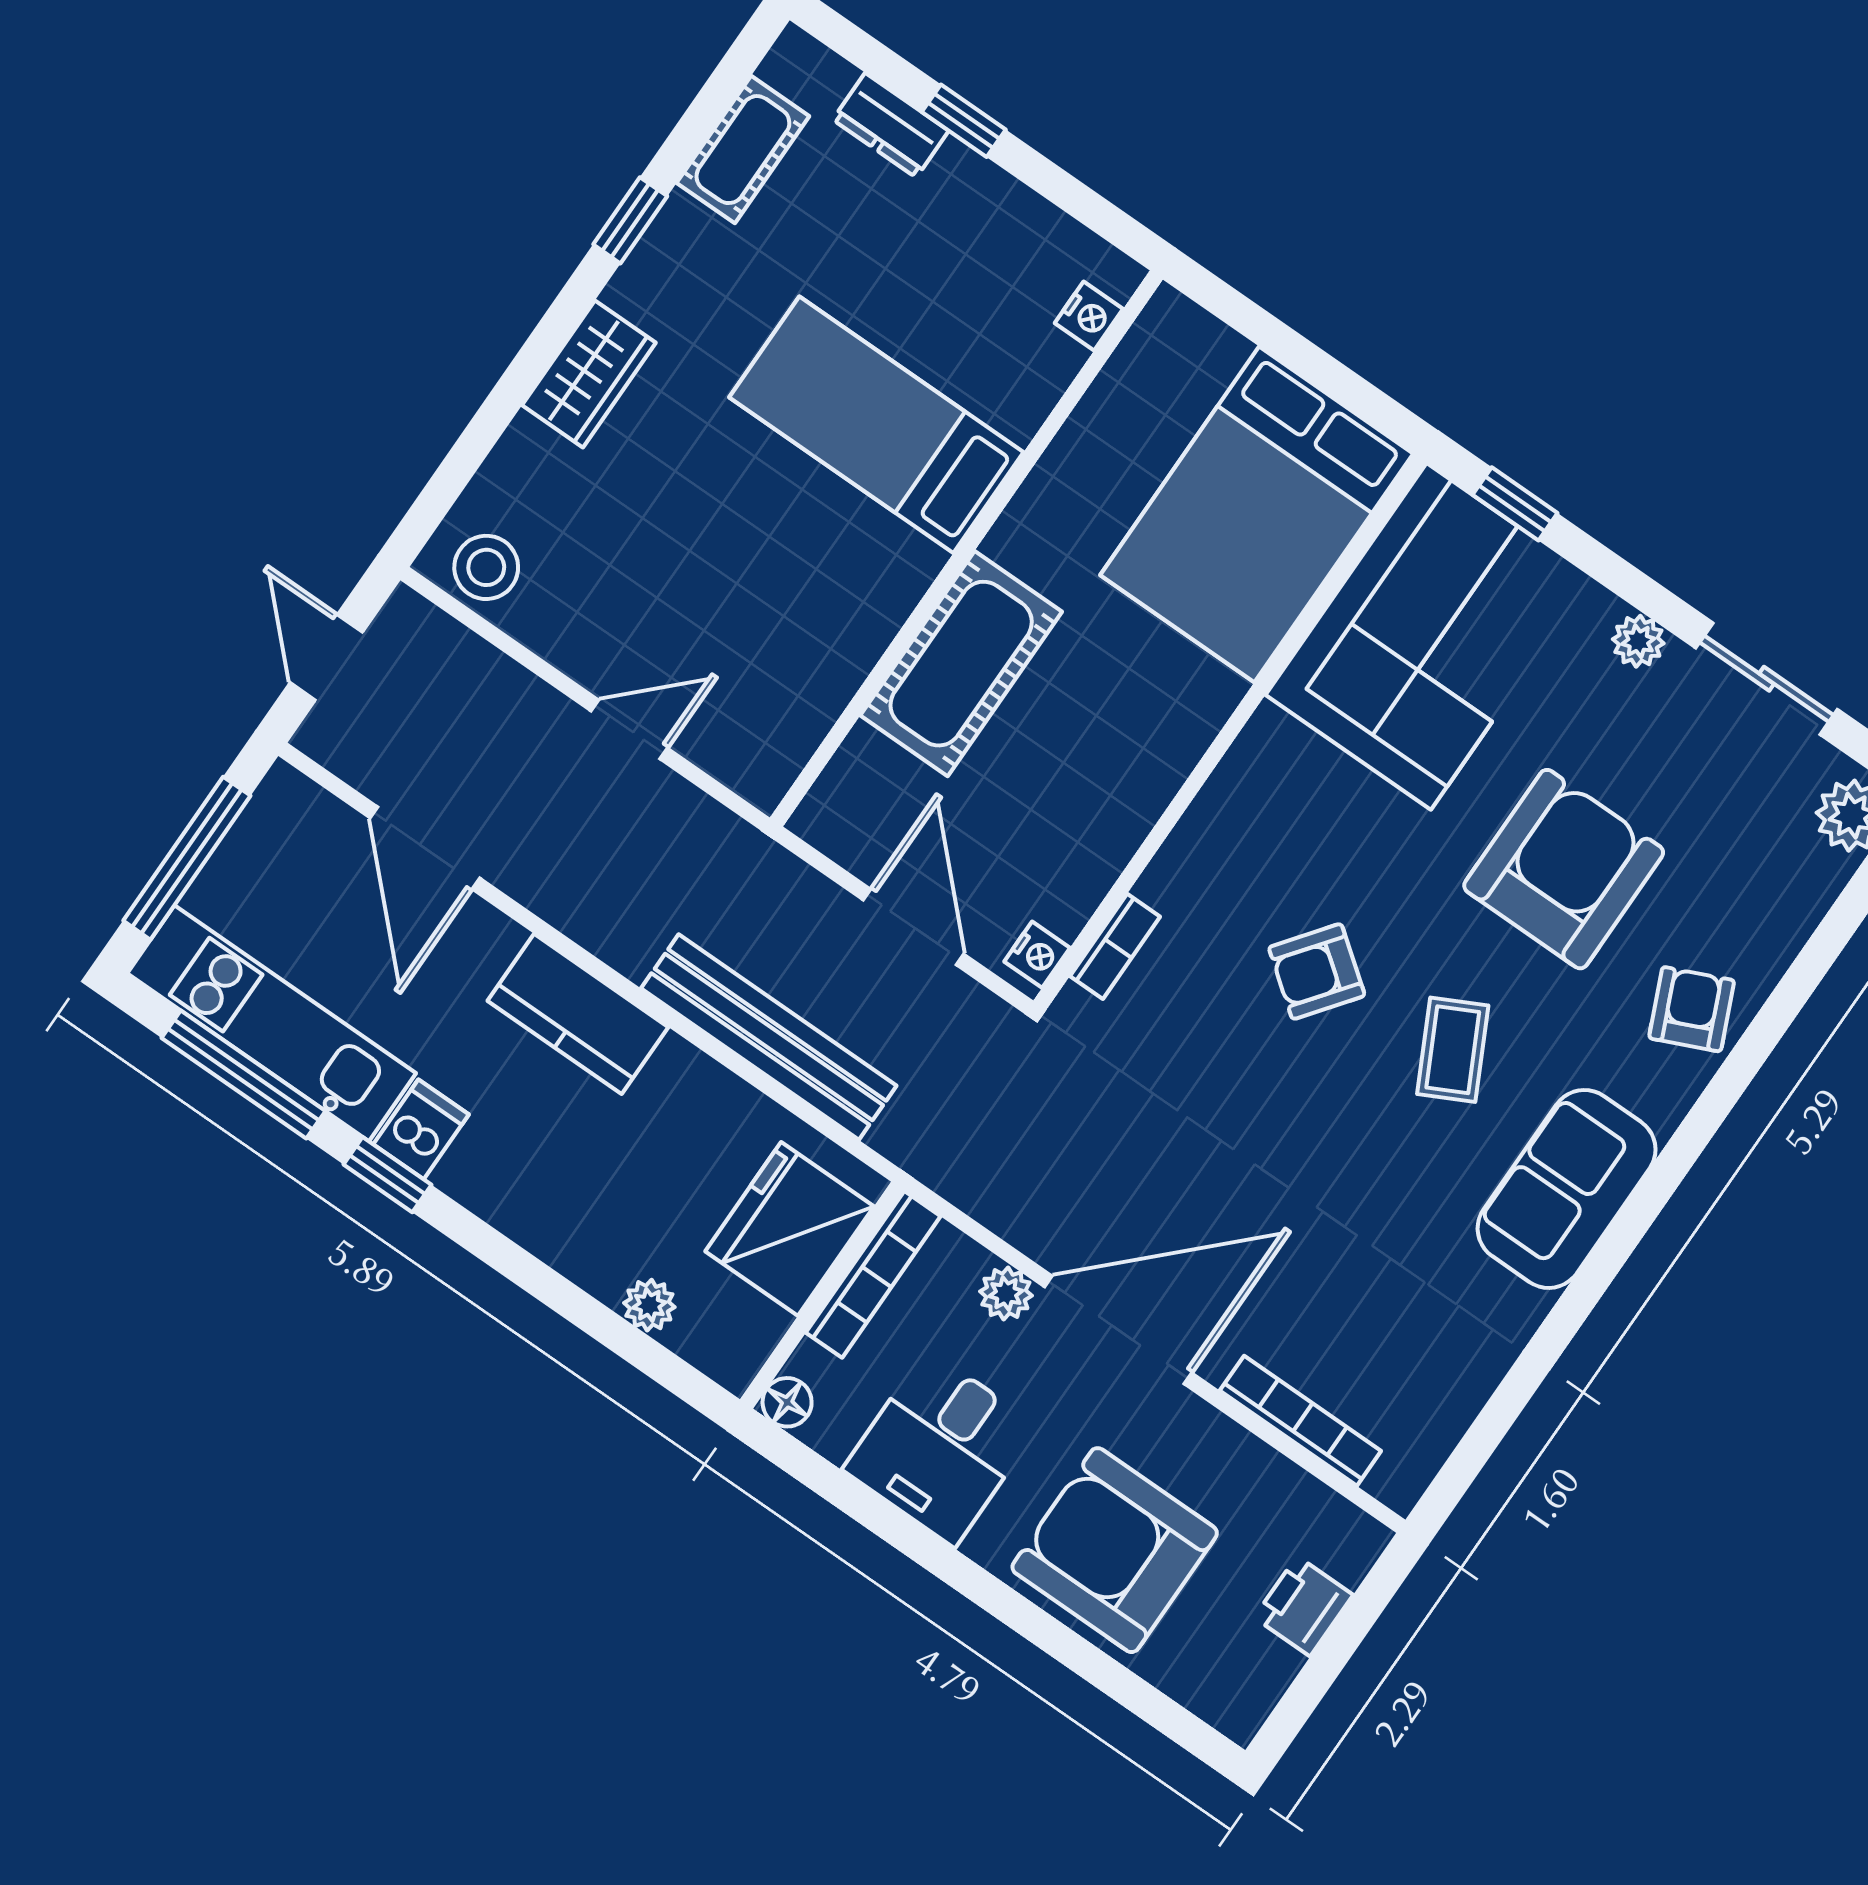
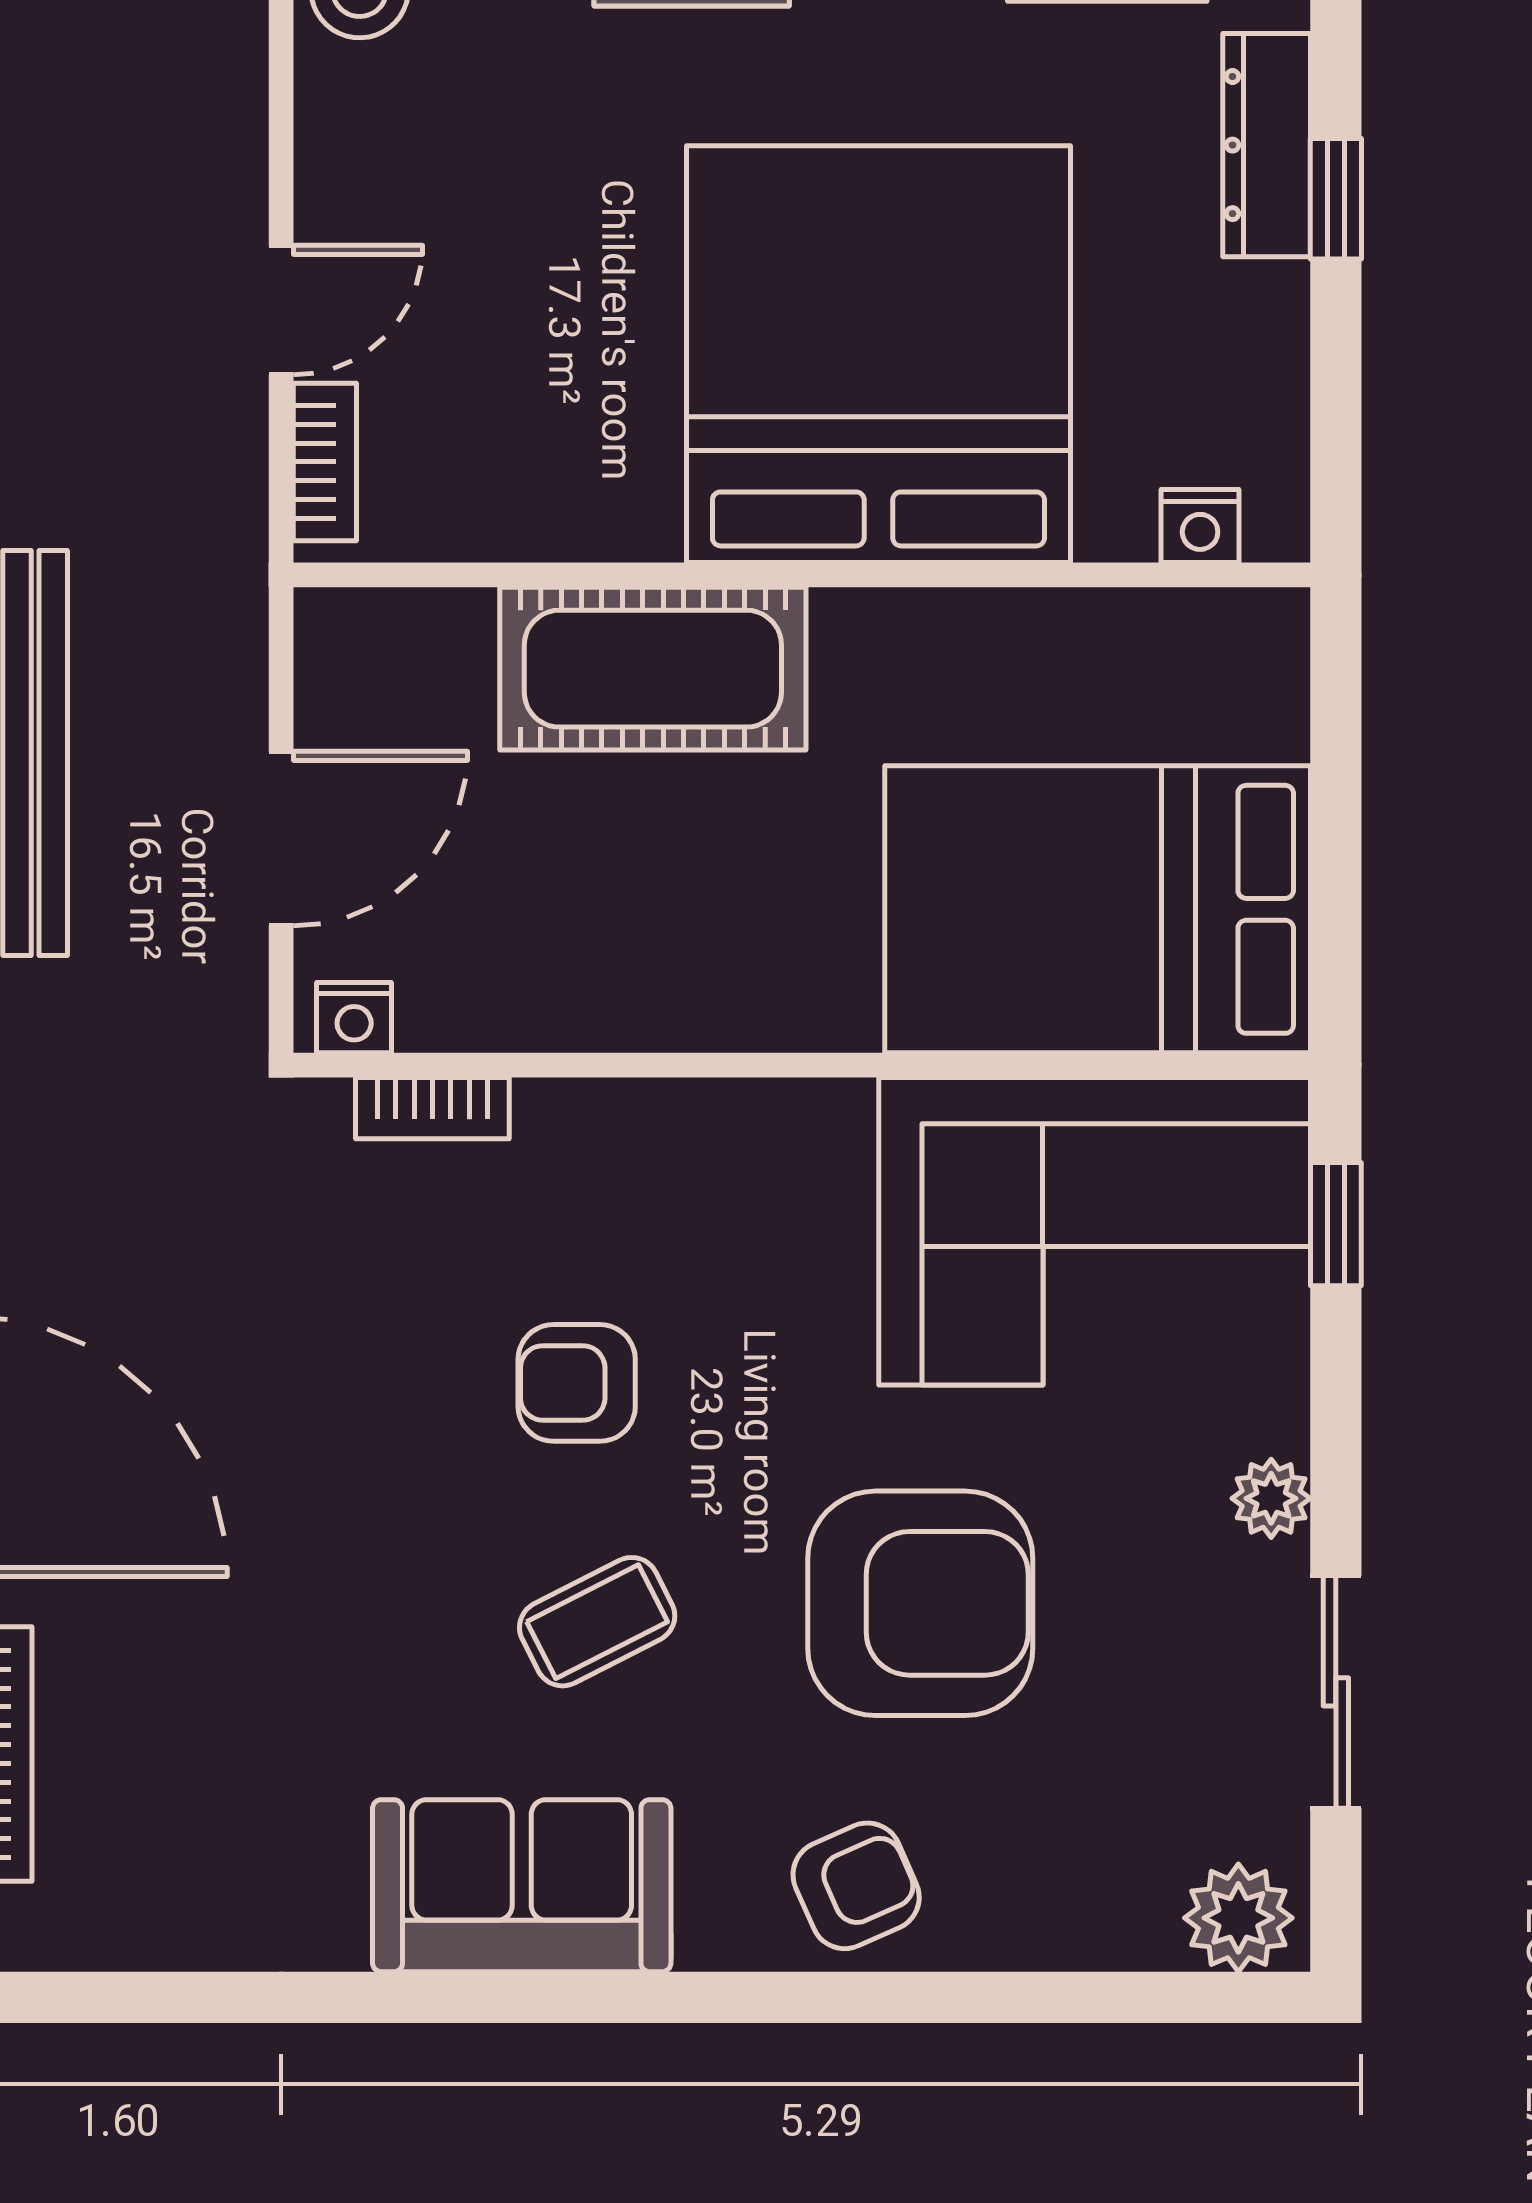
dresser: (891, 125) -> (1267, 145), width x1.44
bed: (876, 425) -> (878, 354), width x2.04
door: (629, 729) -> (281, 310), hinge flipped
bookcase: (727, 763) -> (325, 462), added
armchair: (1317, 971) -> (577, 1383), turned -37

